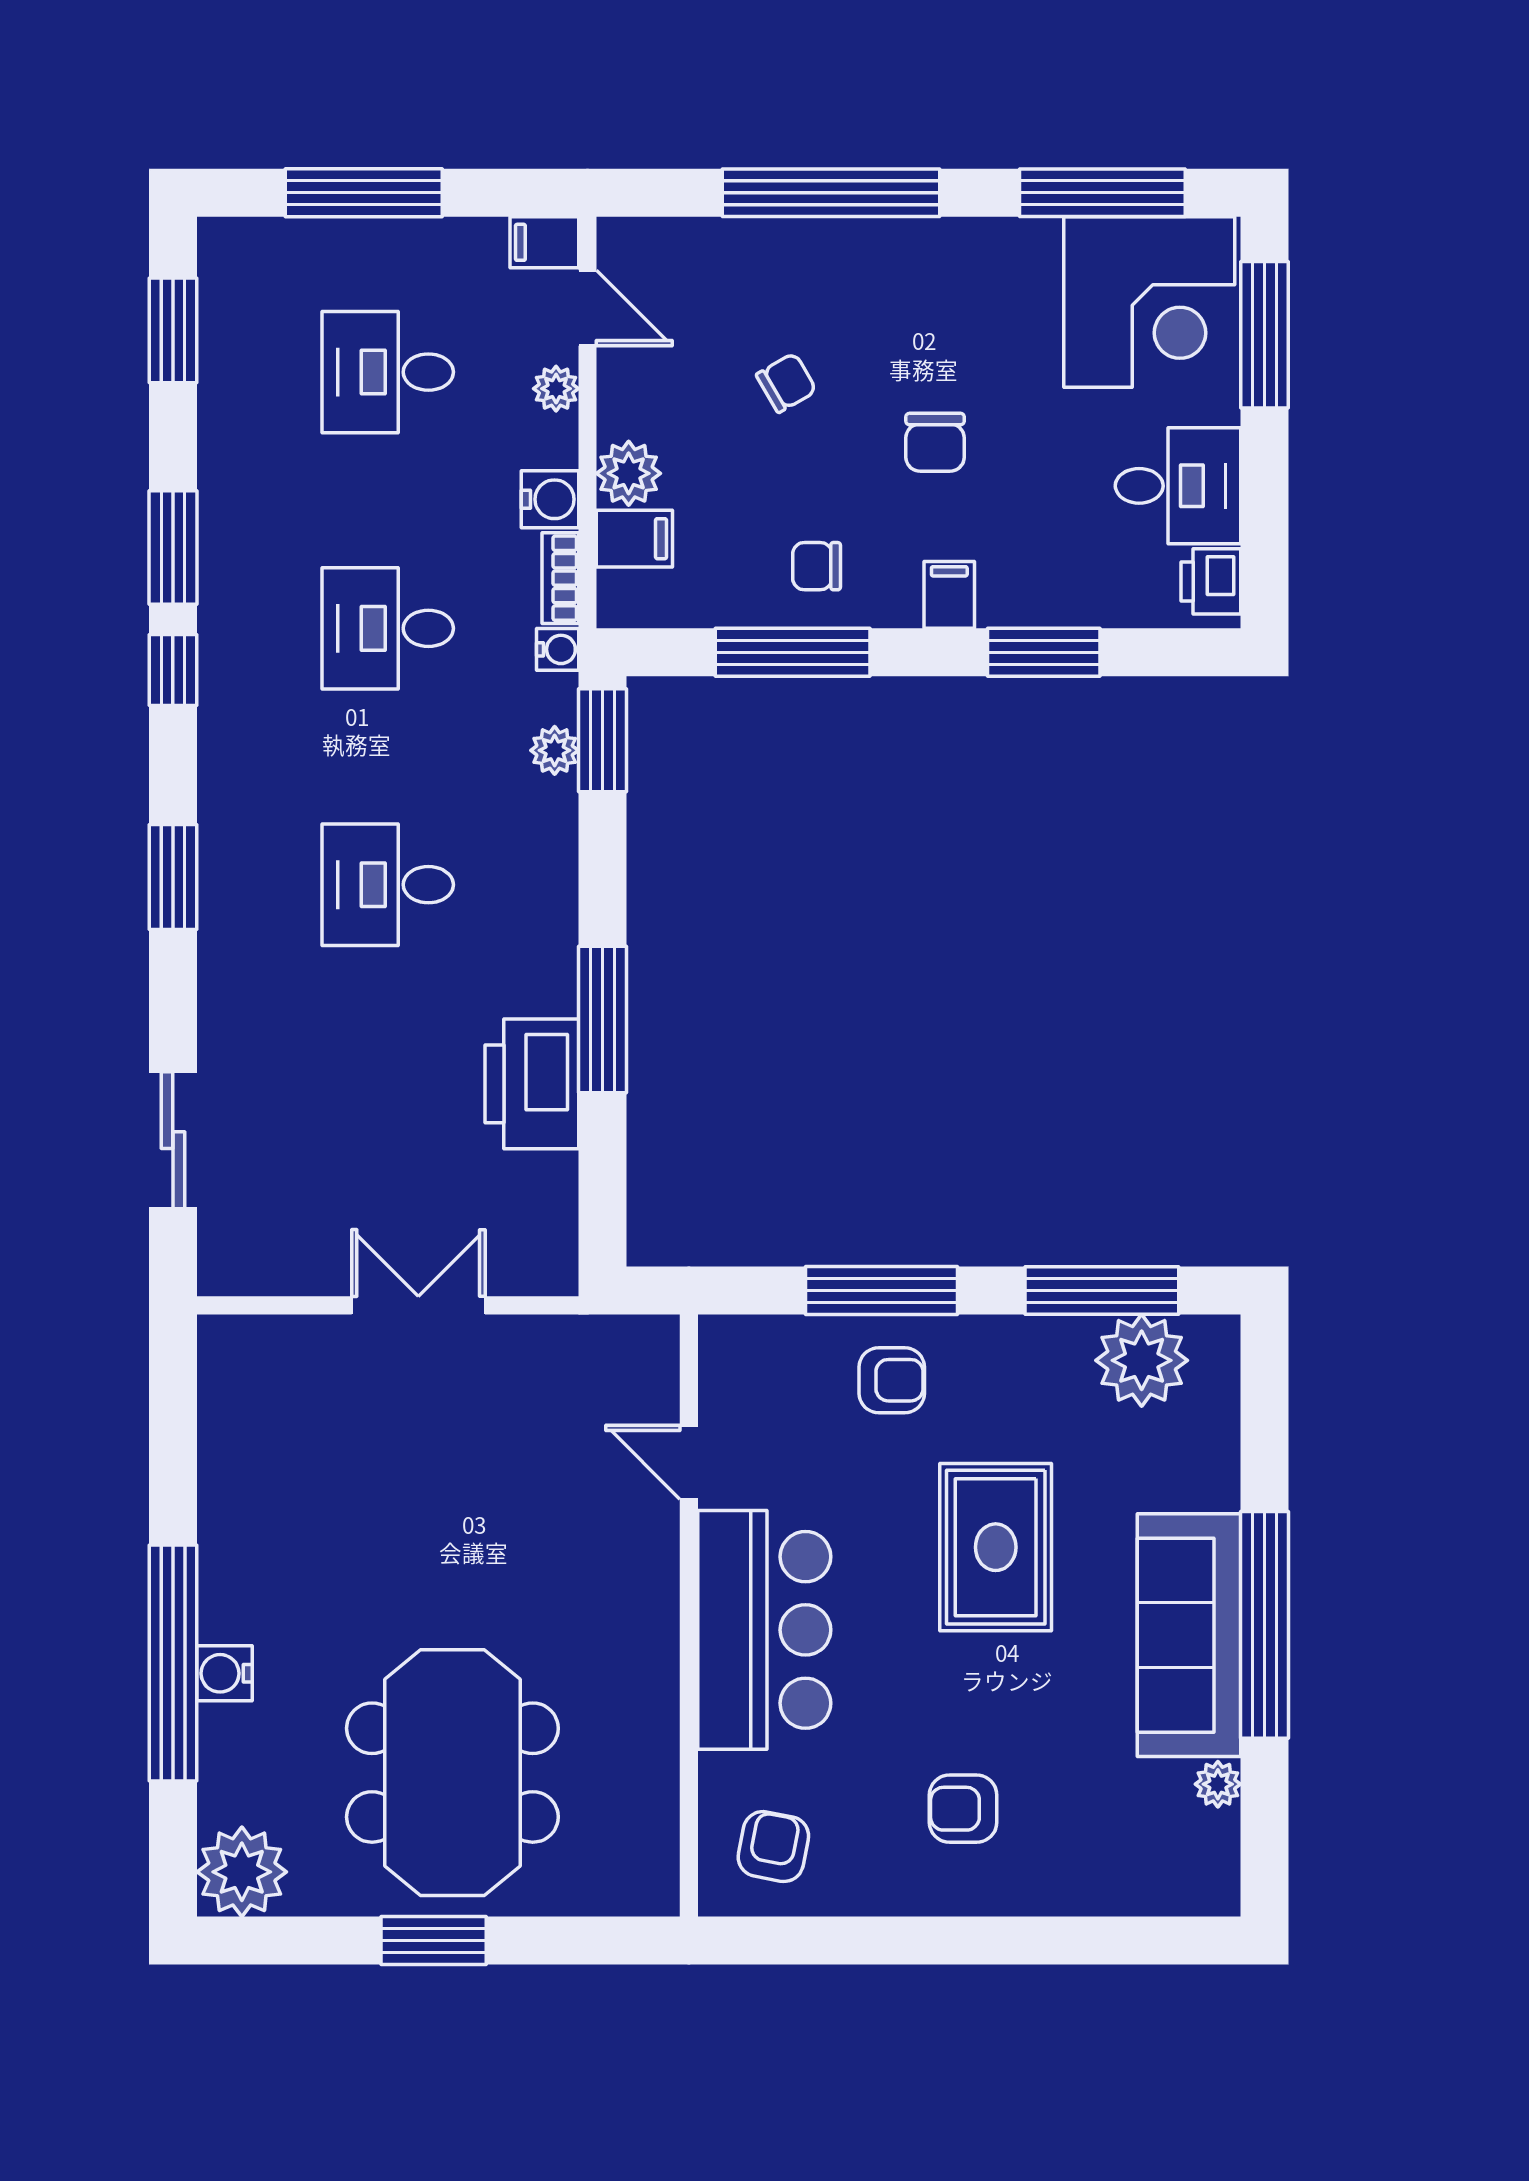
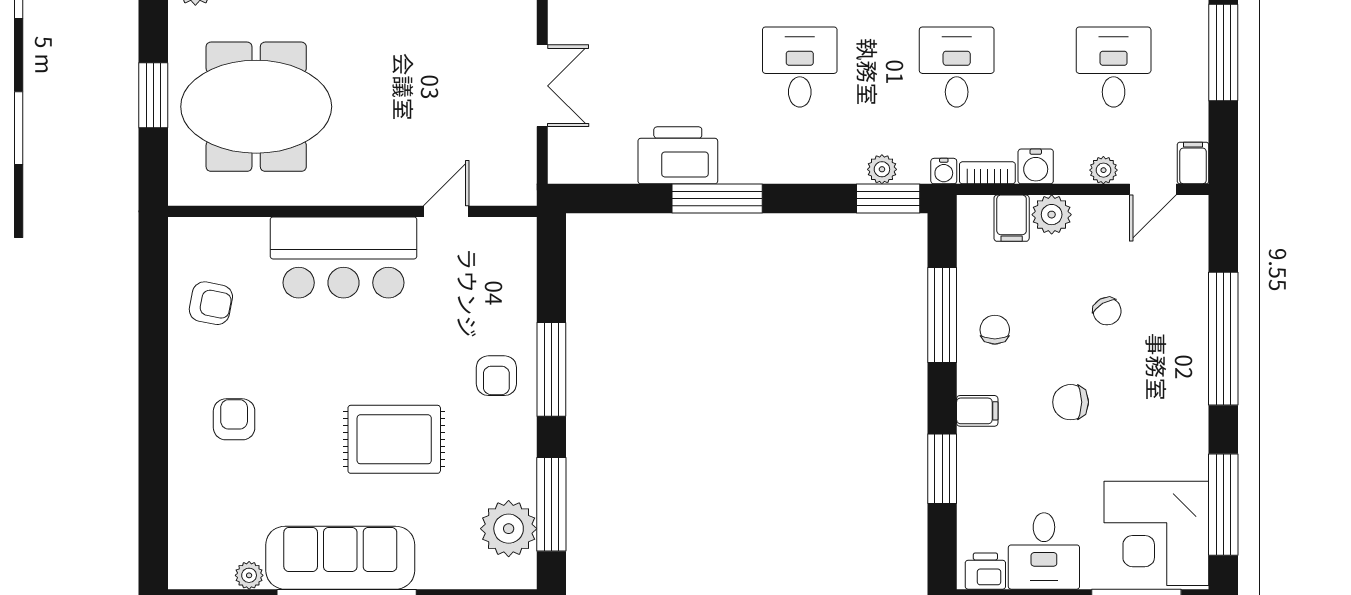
door: (689, 1462) -> (446, 211), moved
wall: (689, 1615) -> (352, 211), moved
bar counter: (764, 1630) -> (344, 257), moved

